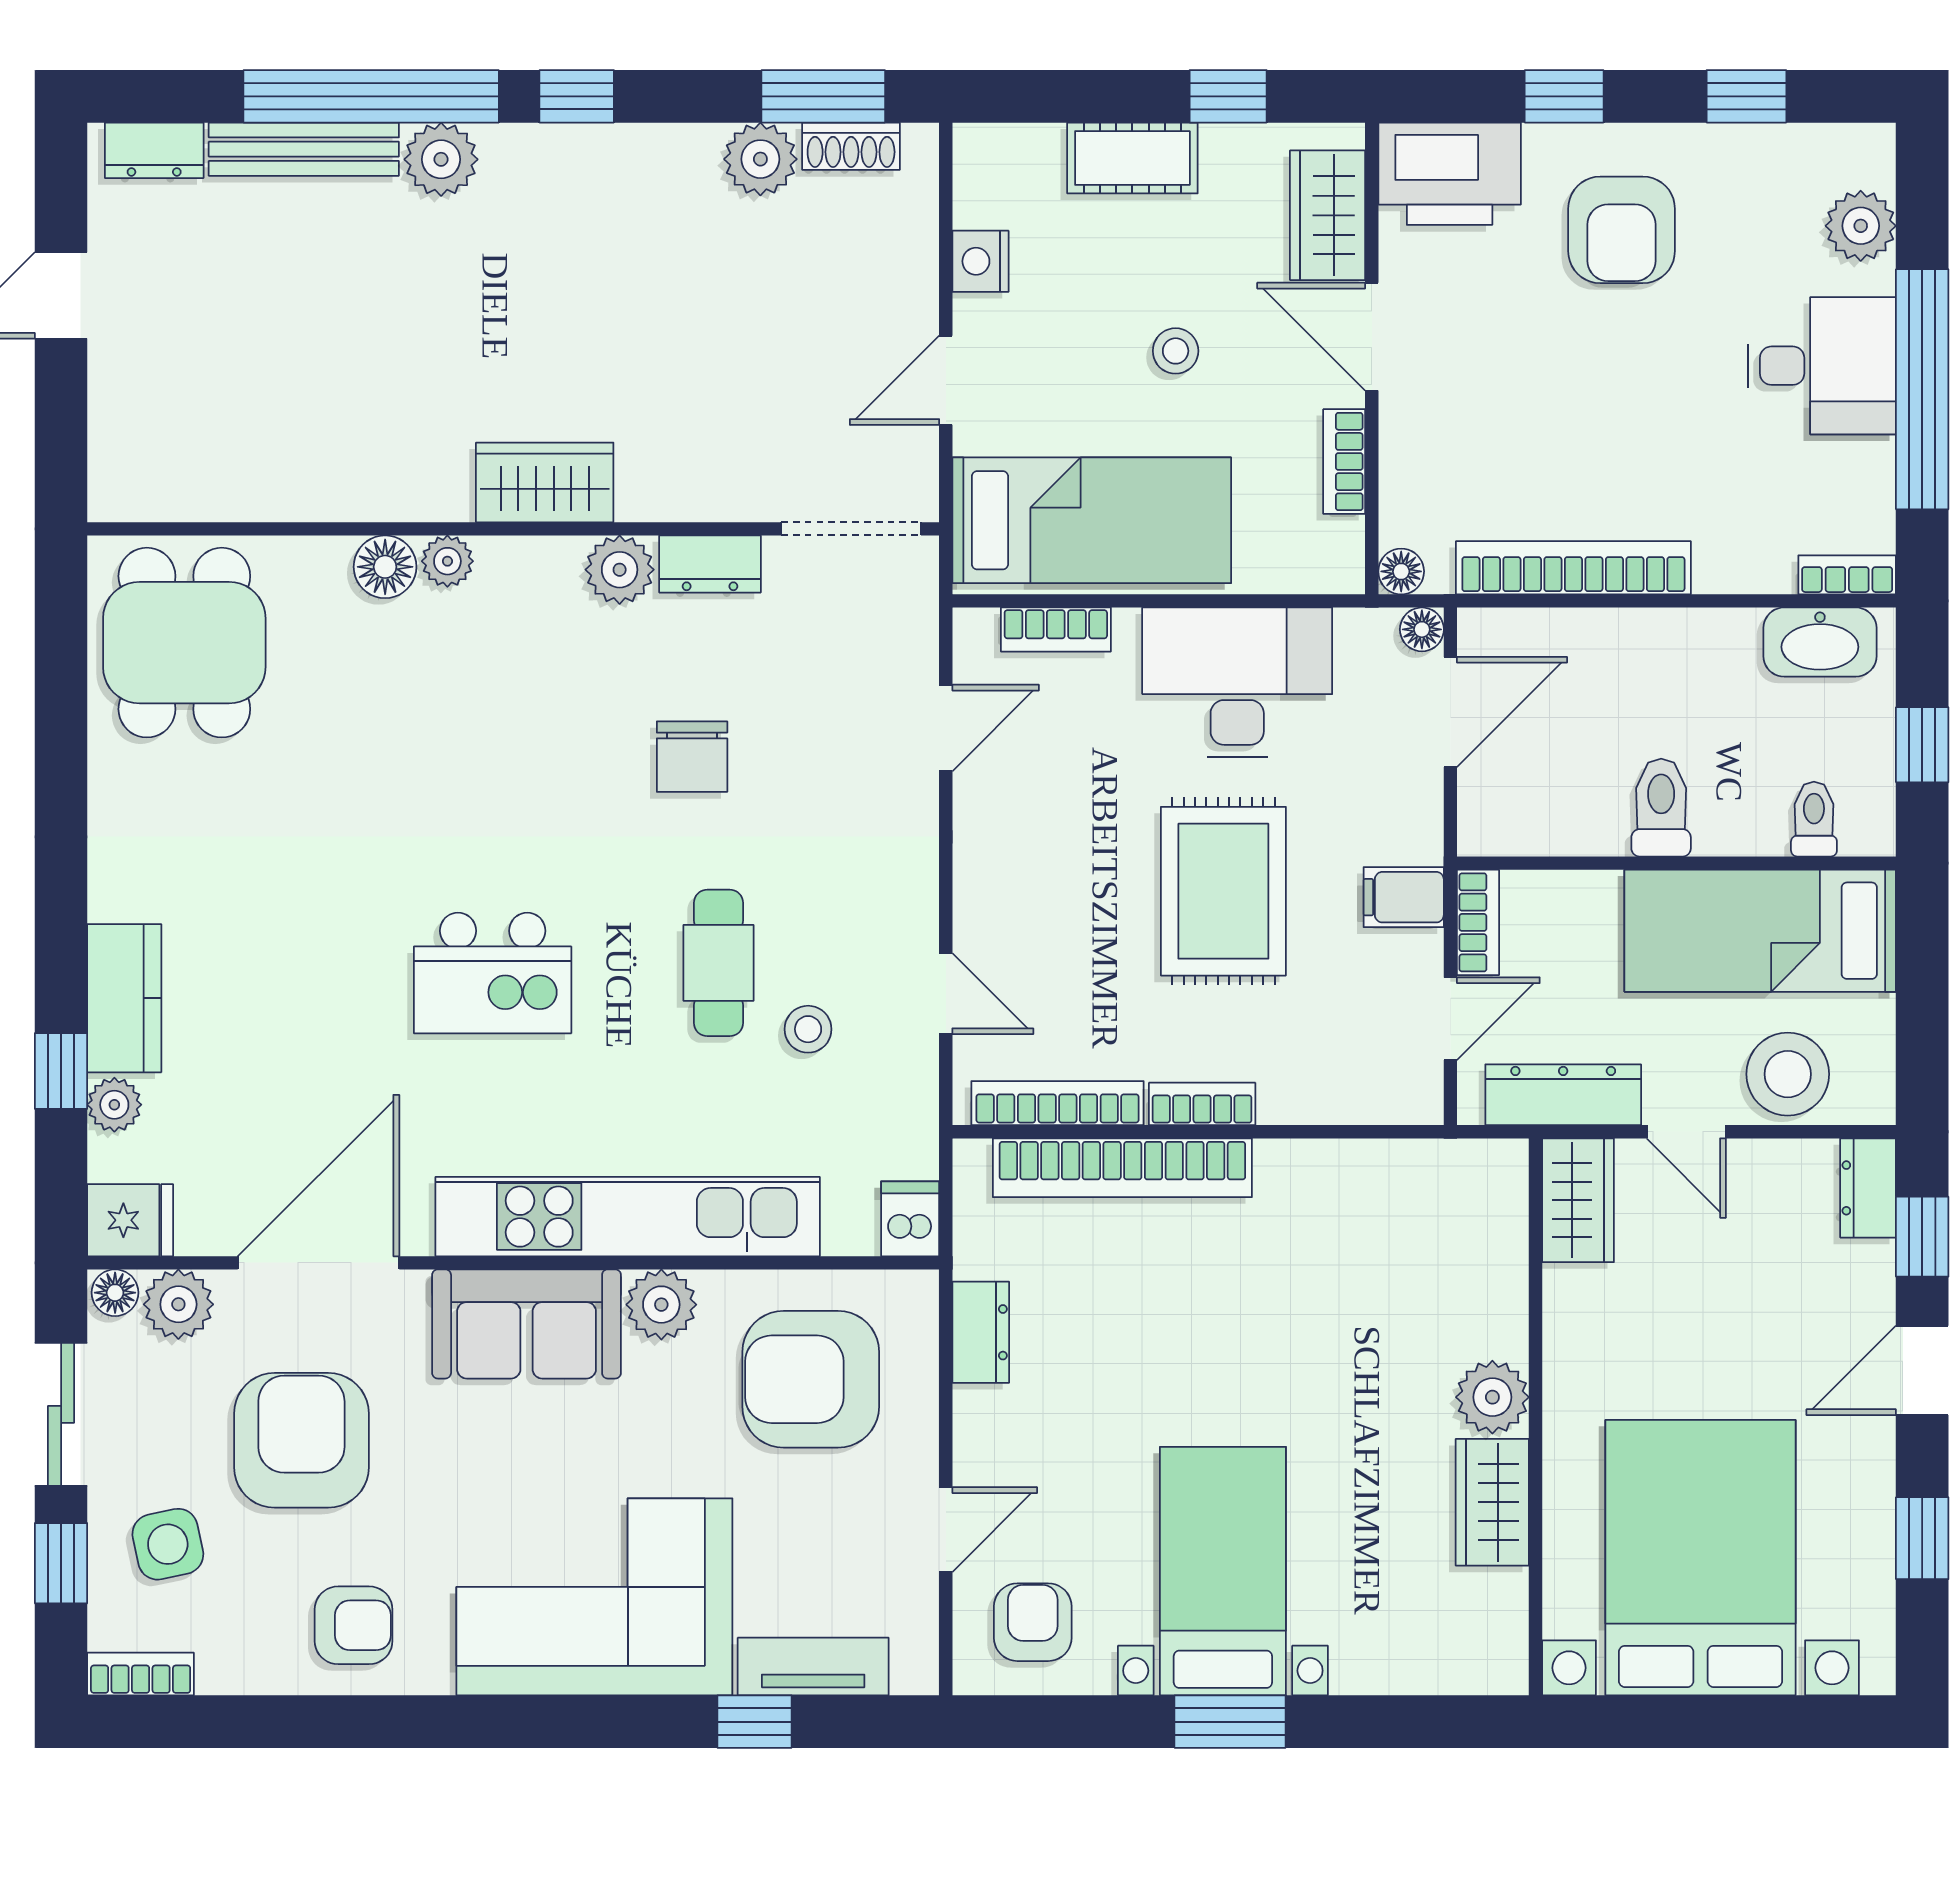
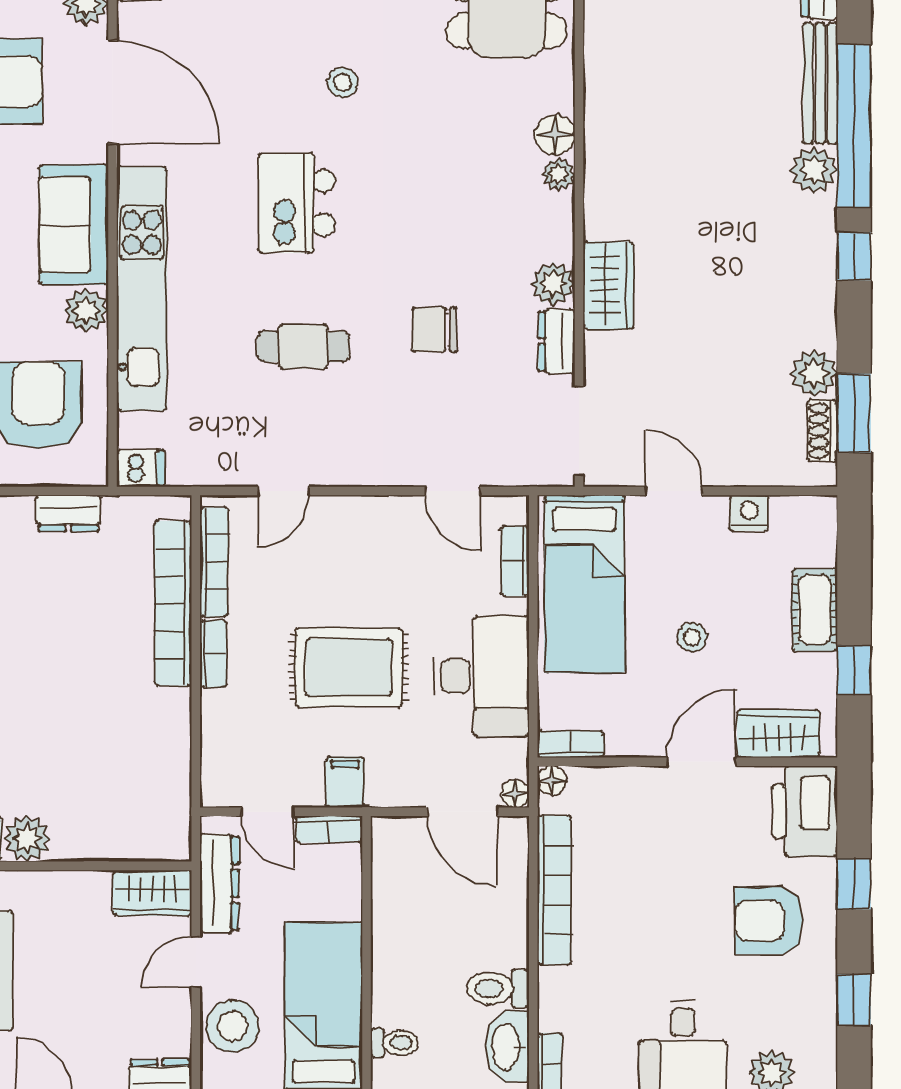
bookcase: (1344, 462) -> (571, 744), moved
wardrobe: (545, 482) -> (608, 285), moved
toilet: (1661, 808) -> (498, 988), moved, turned 180
stool: (808, 1029) -> (343, 82), moved

